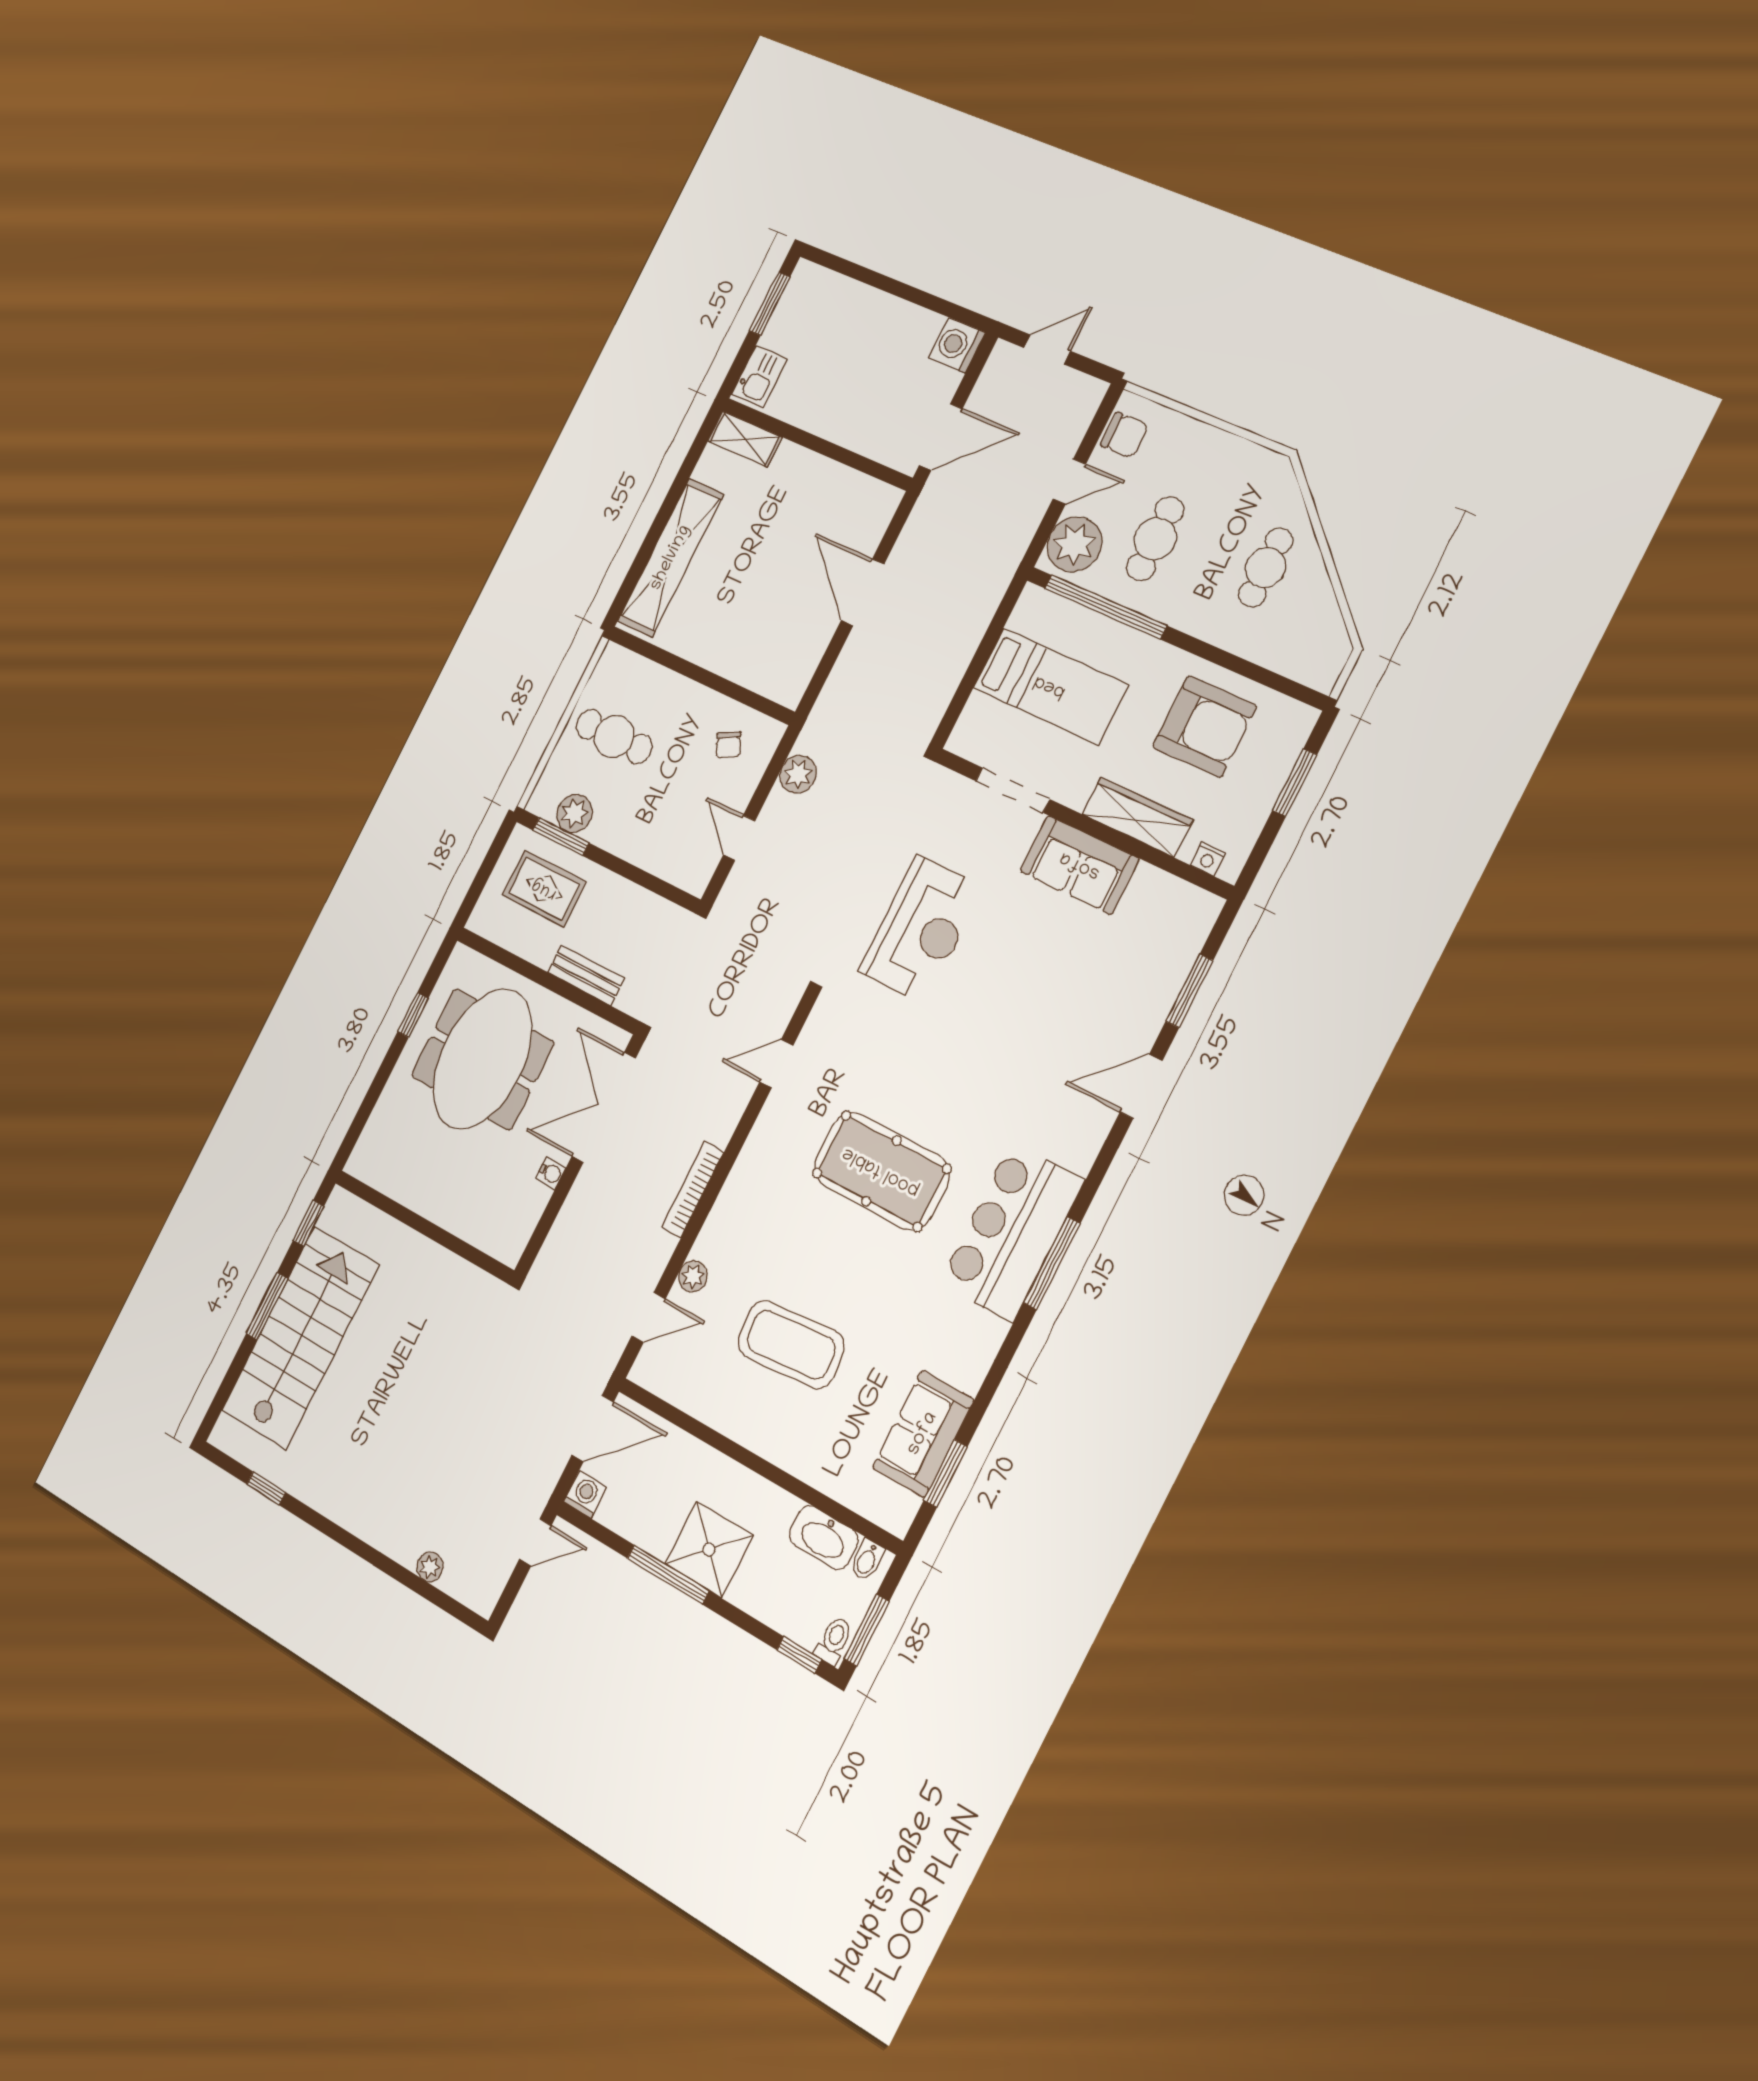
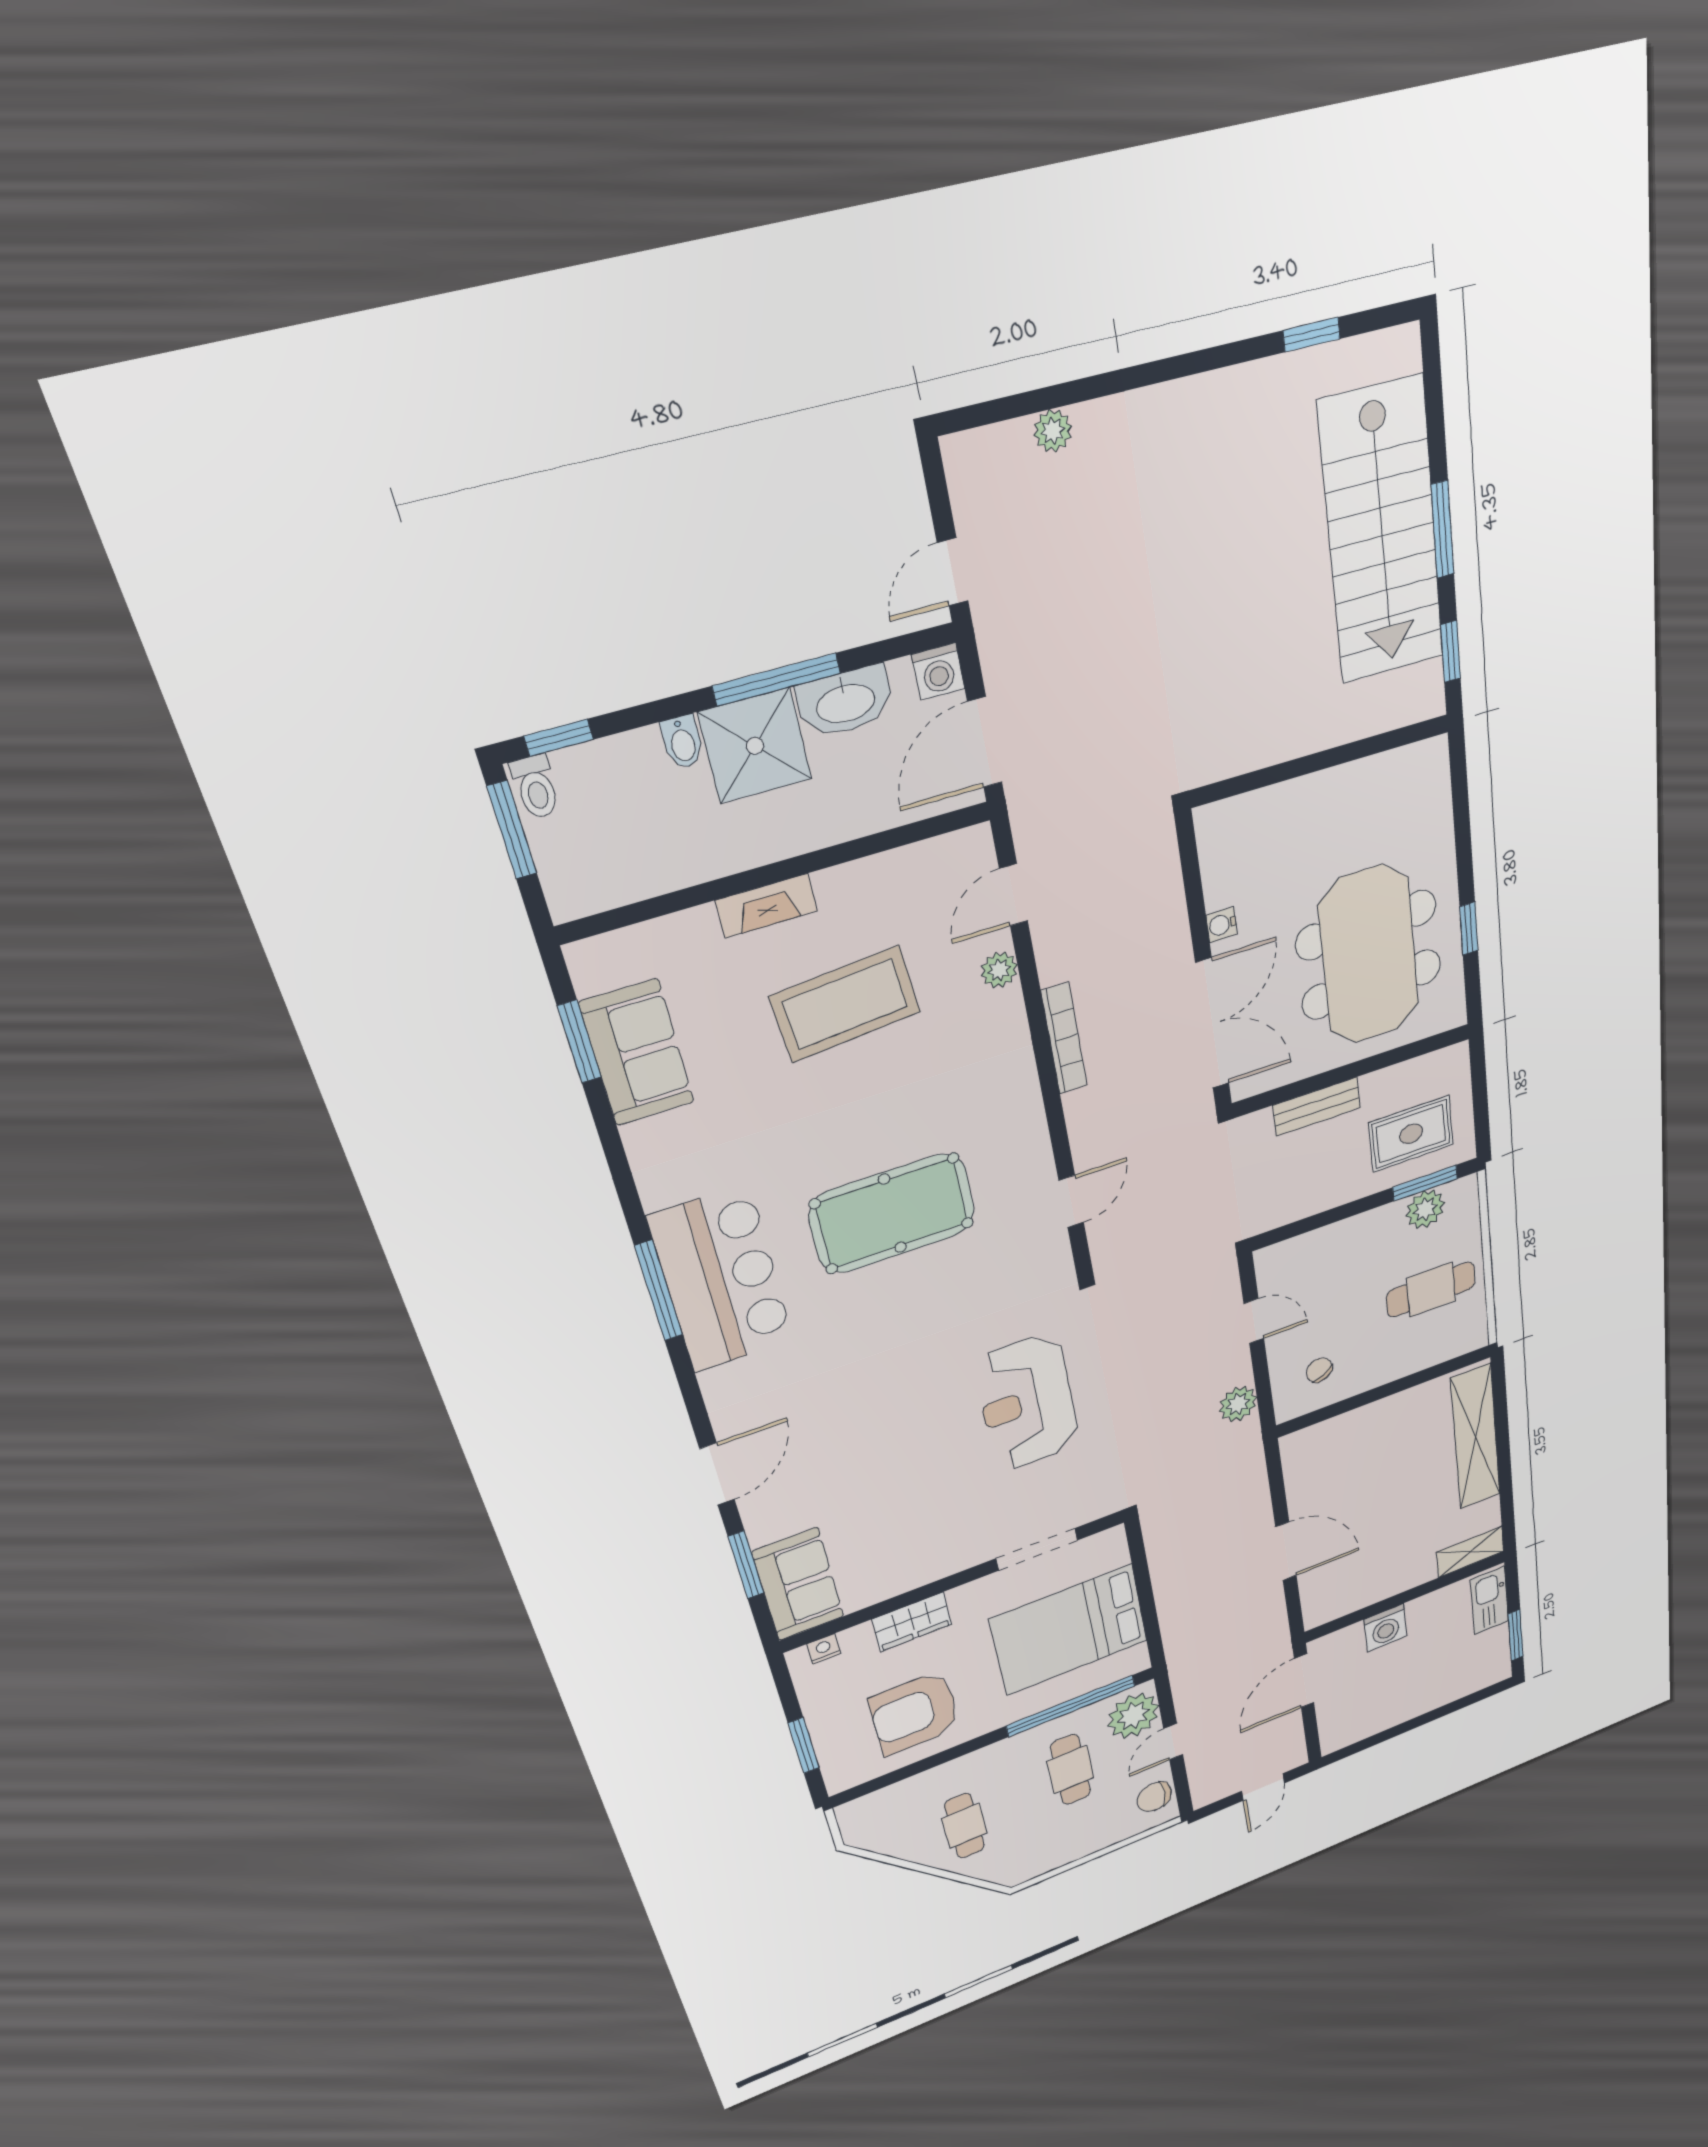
washing machine: (957, 345) -> (1385, 1628), moved, turned 90
kitchen sink: (759, 377) -> (1490, 1600), width x1.38
bed: (1050, 686) -> (1069, 1630), width x1.50
wardrobe: (1137, 817) -> (912, 1622), width x0.67
sofa: (1080, 865) -> (798, 1584), moved, turned 90
fireplace: (781, 1451) -> (767, 906), added
washbasin: (824, 1537) -> (845, 702), moved, turned 180
bidet: (867, 1560) -> (682, 742), moved, turned 180

